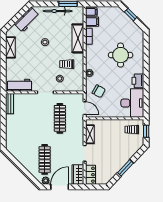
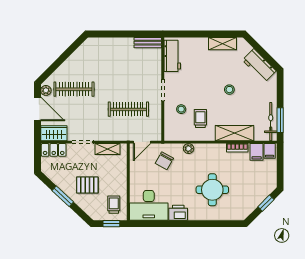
bicycle: (58, 11) -> (271, 122), moved
pallet: (117, 149) -> (87, 185), added

